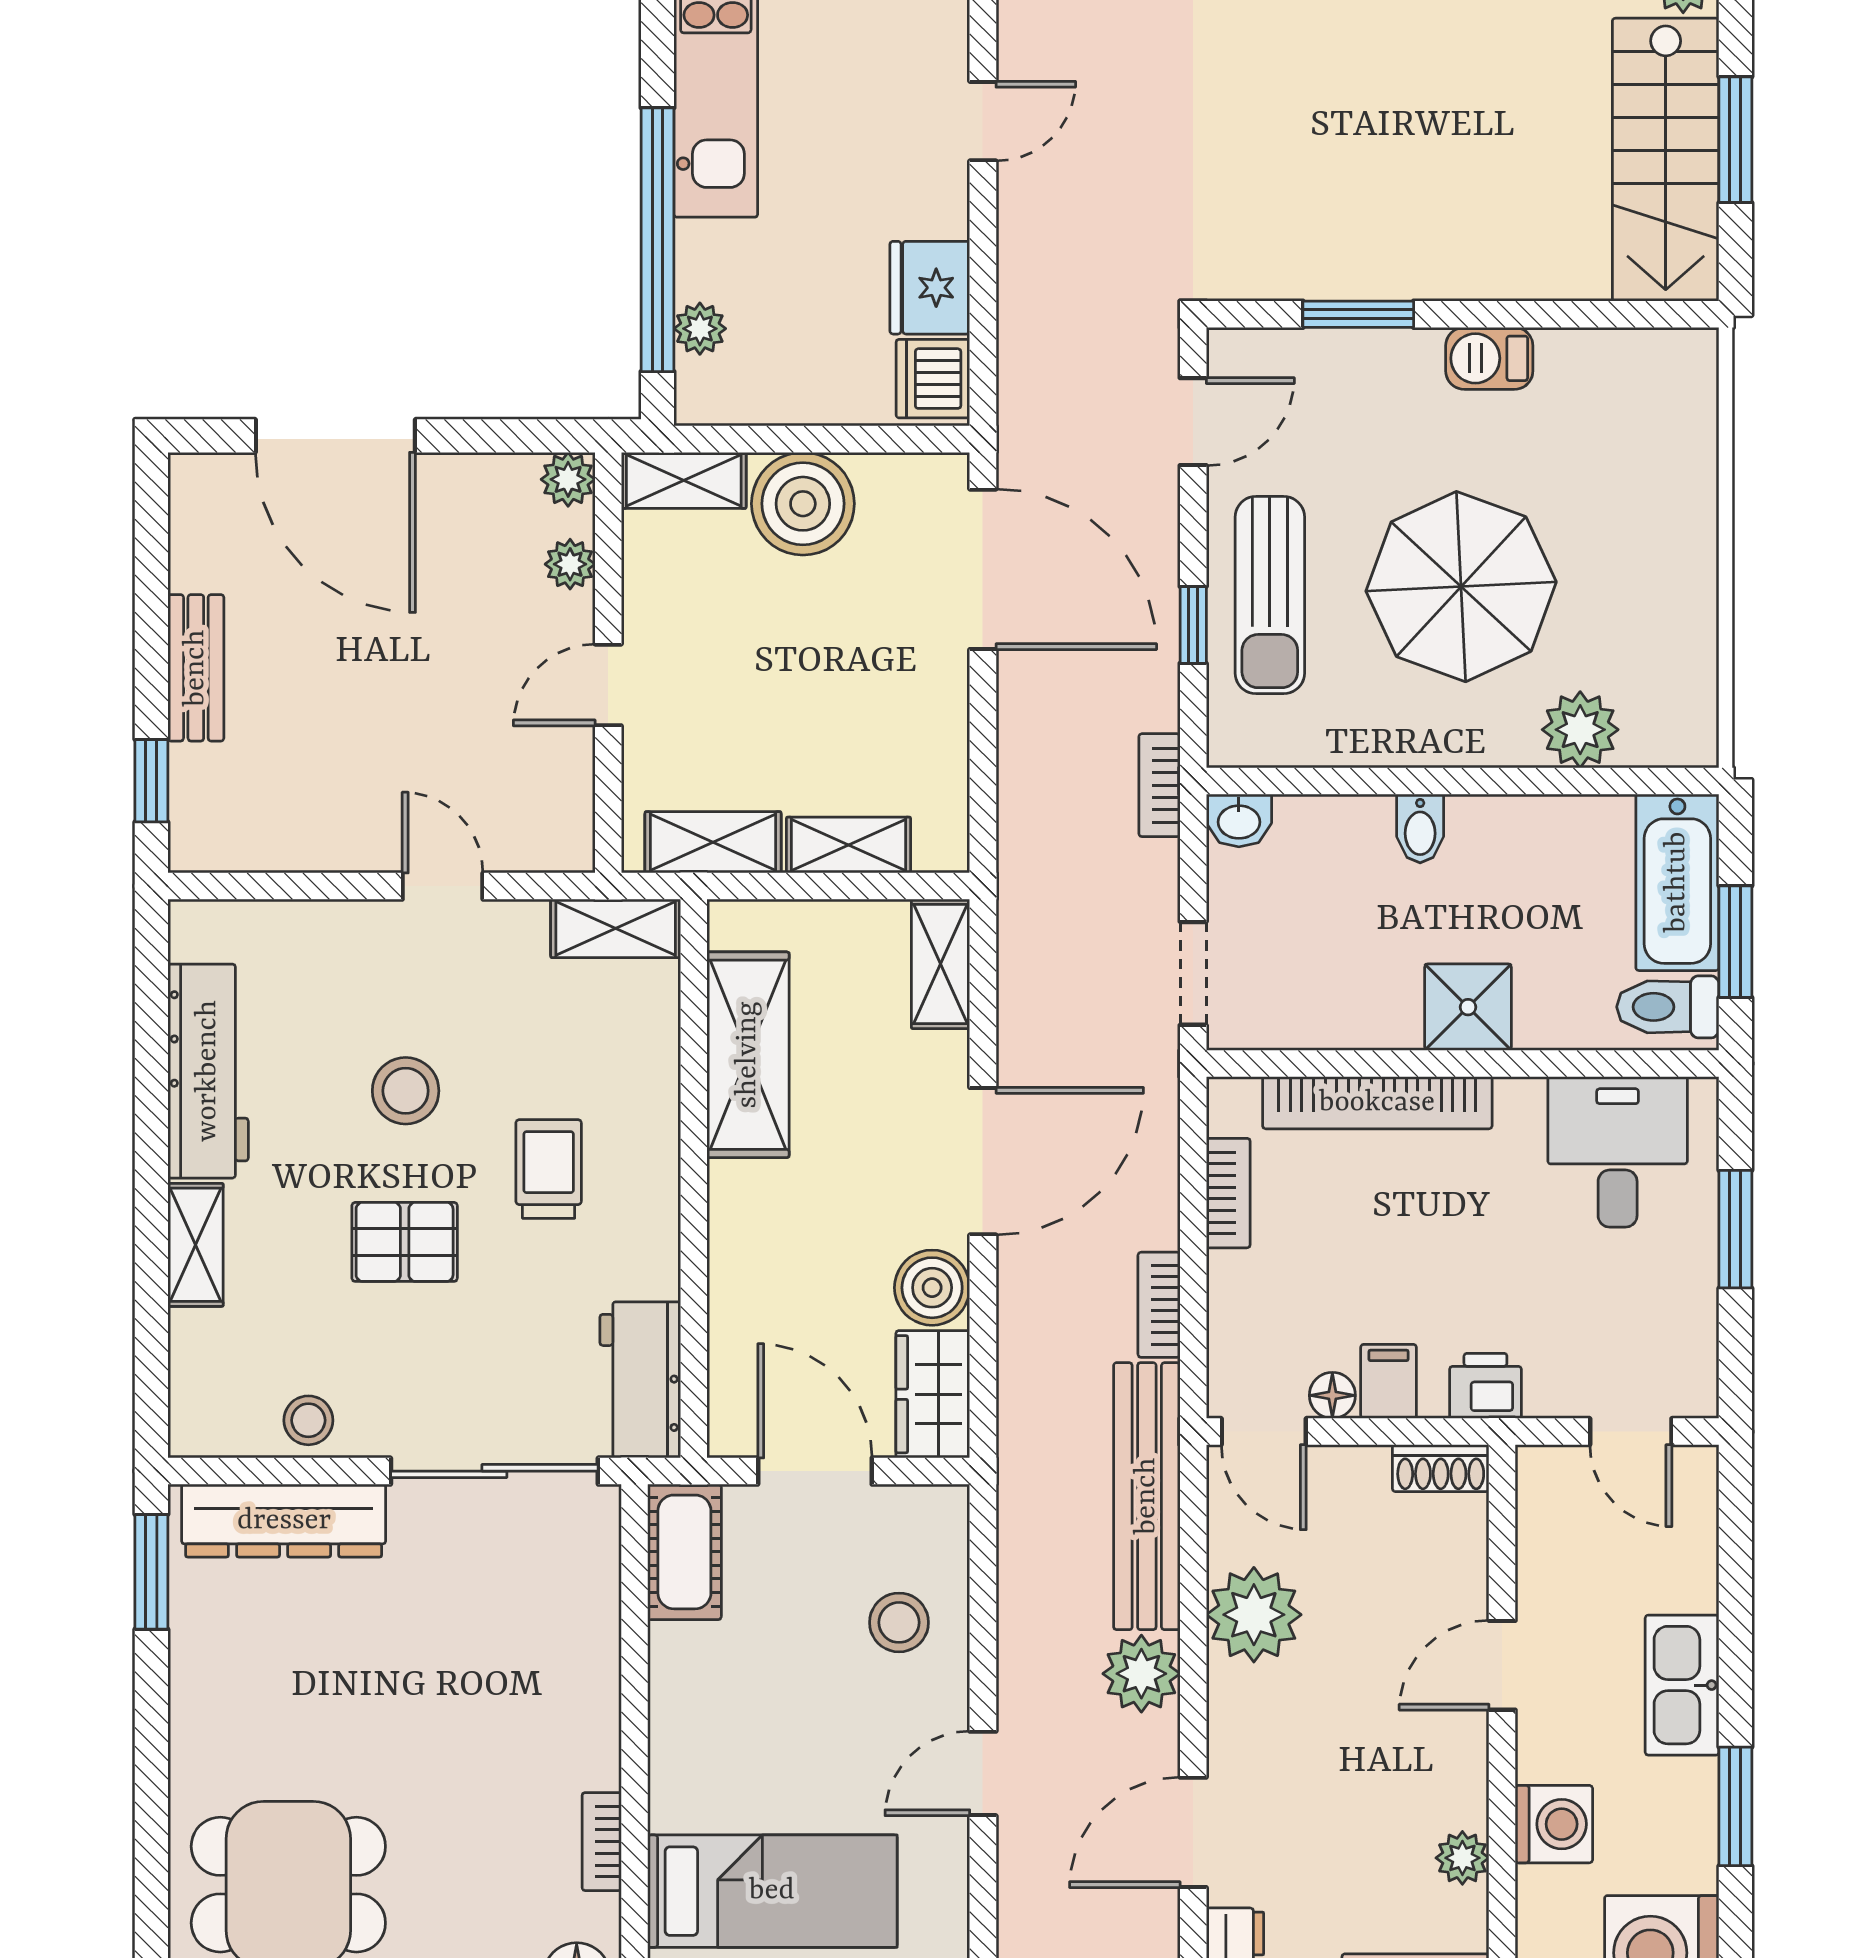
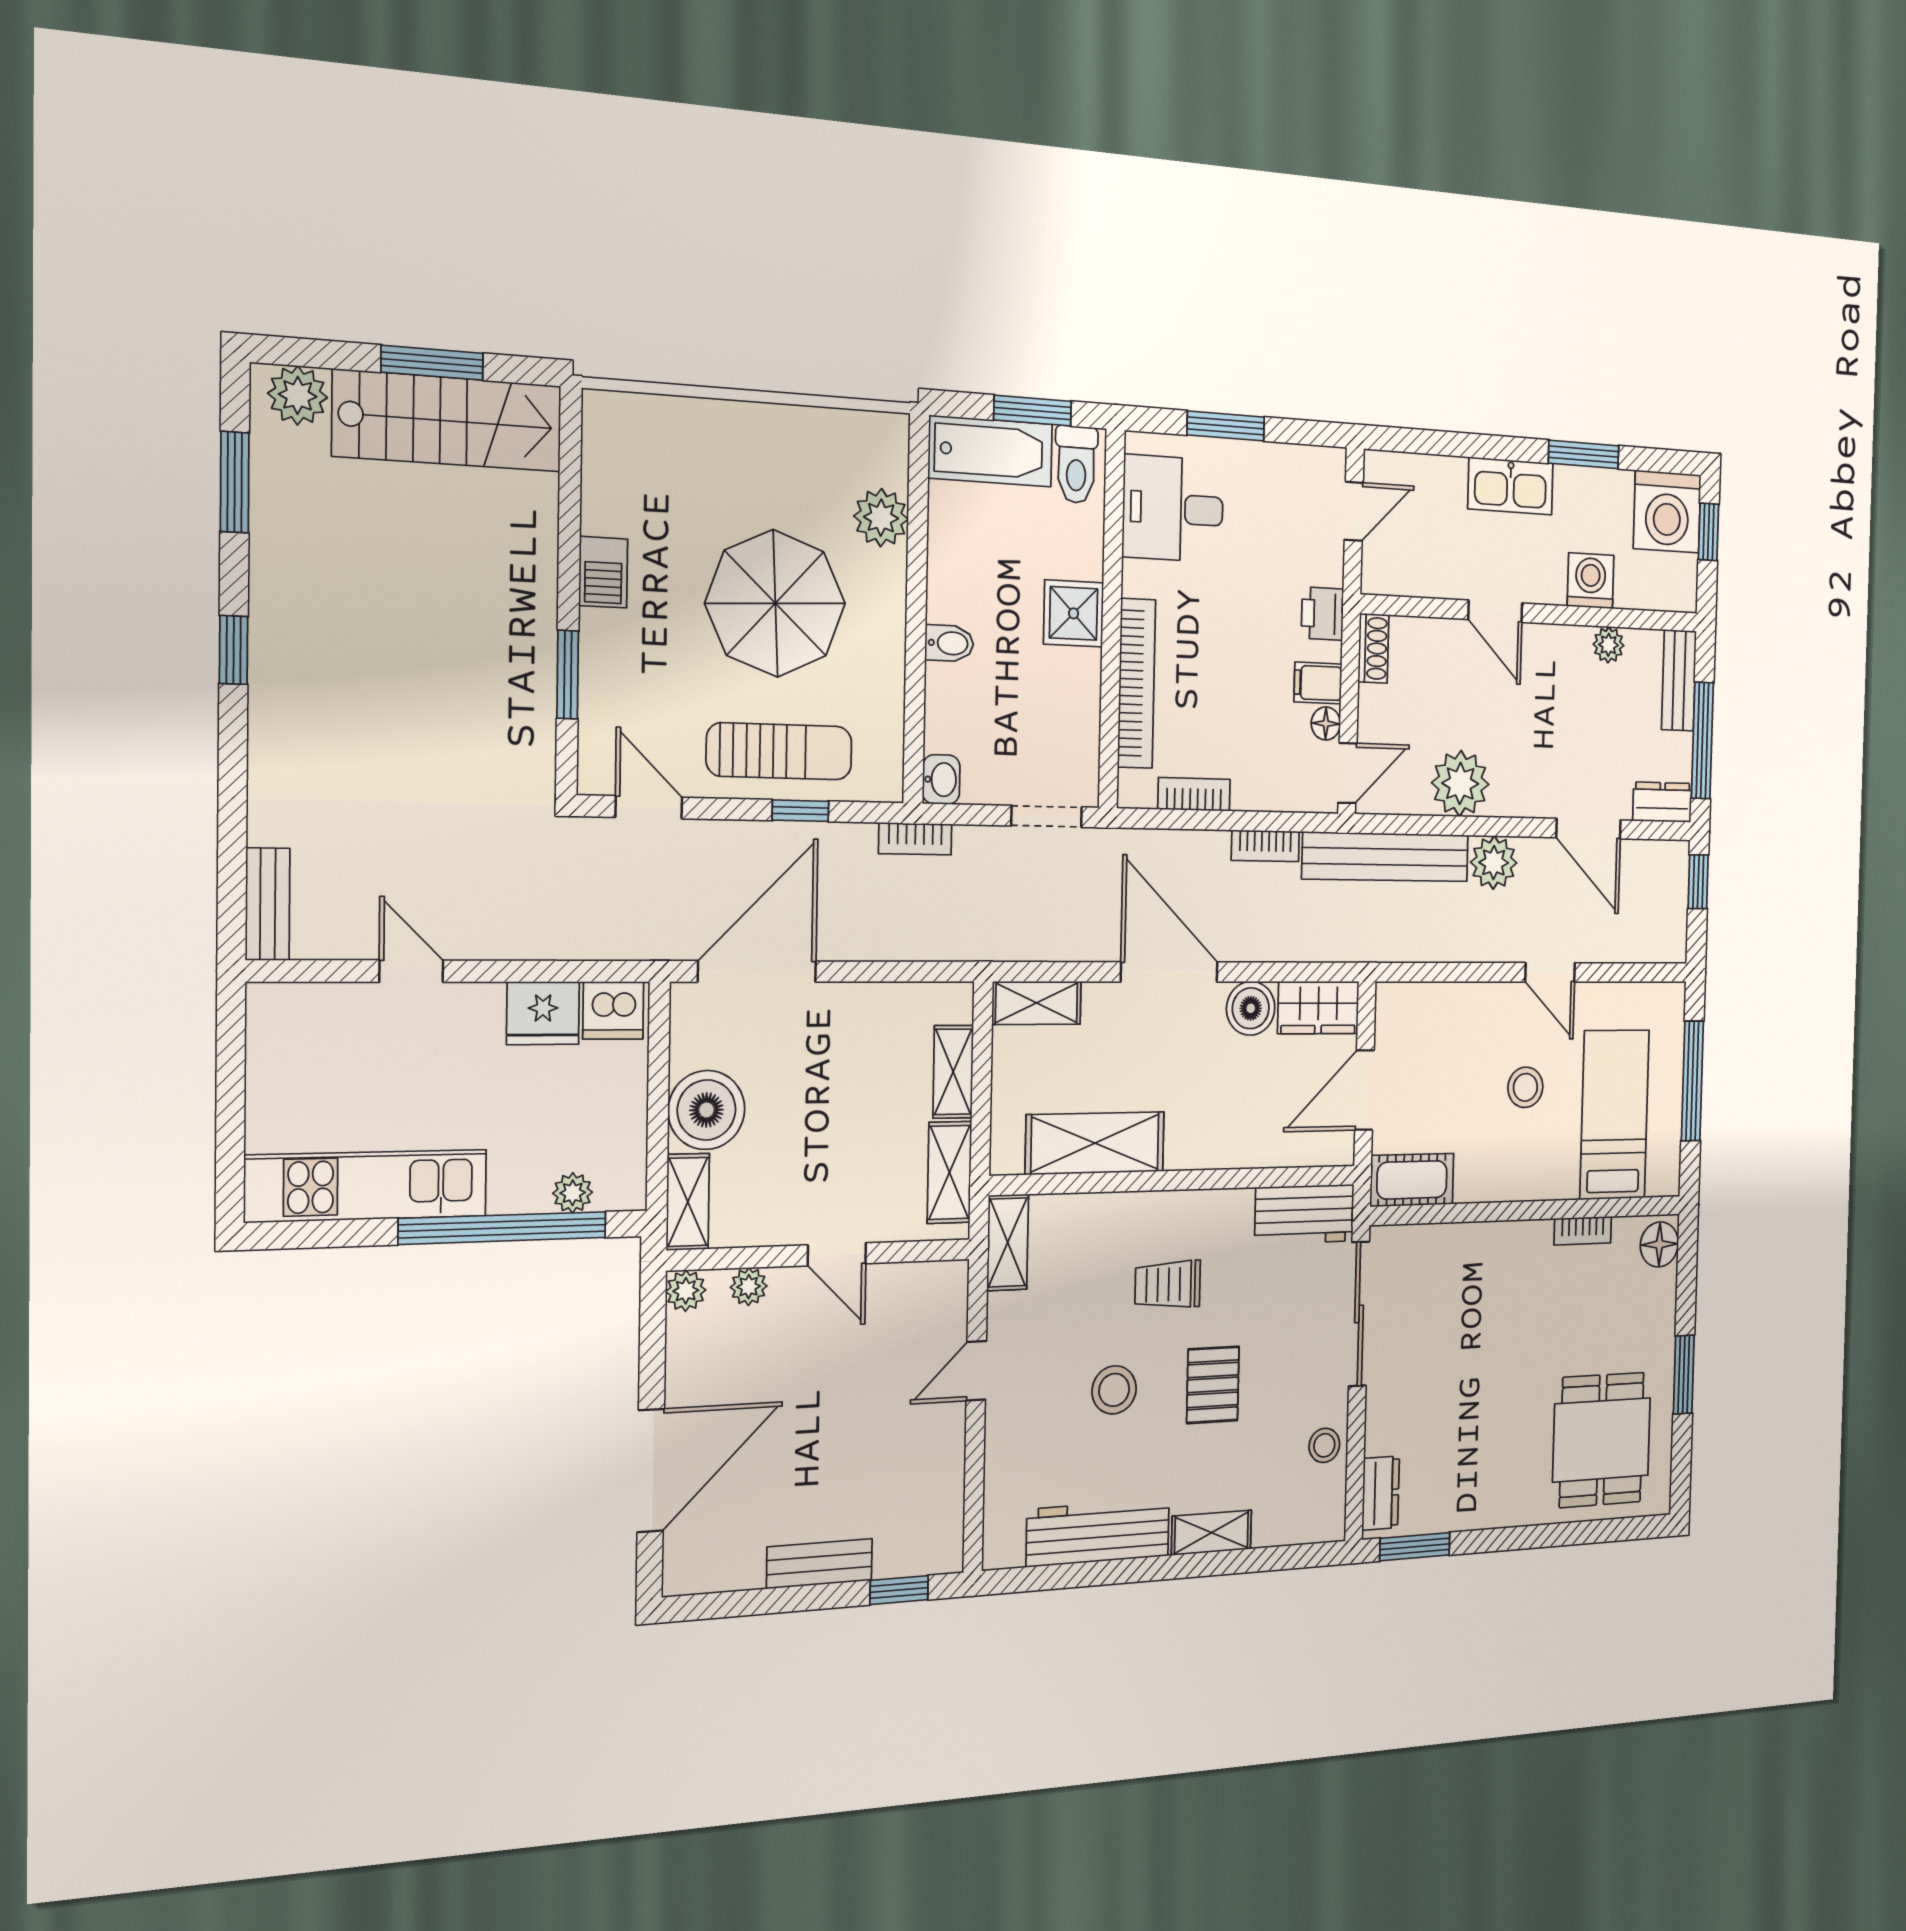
dresser: (284, 1521) -> (1381, 1493), width x0.51, depth x0.80
stool: (899, 1622) -> (1525, 1087), moved

